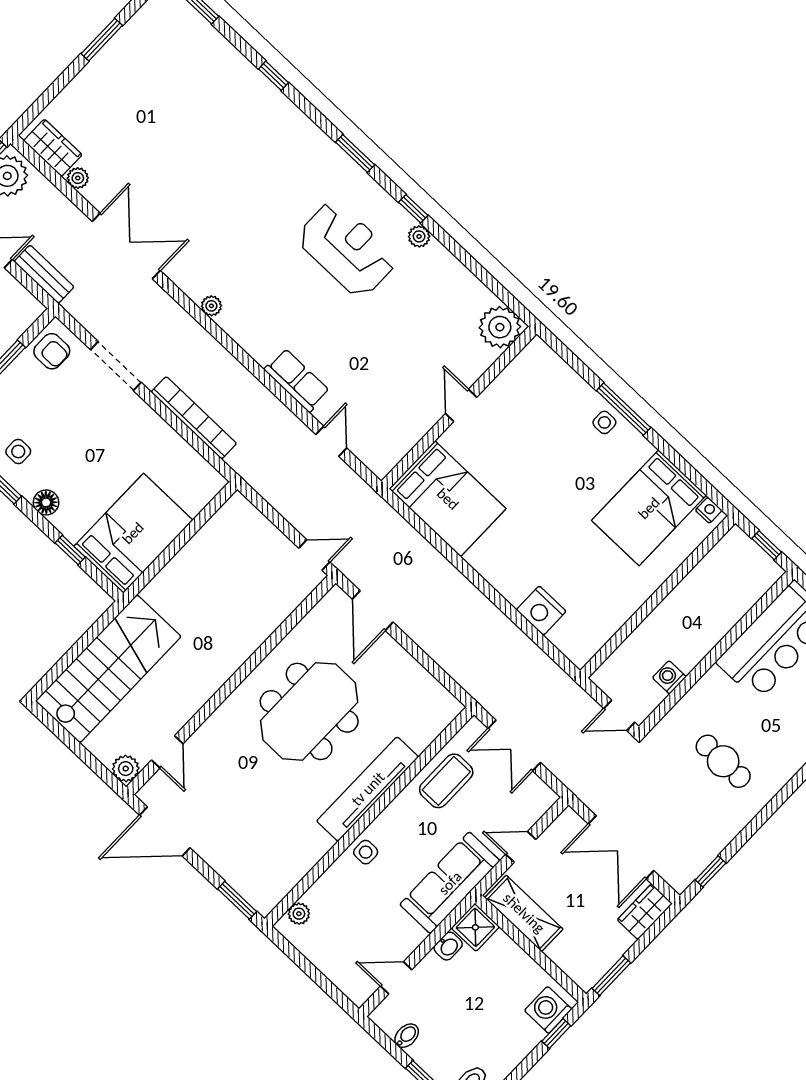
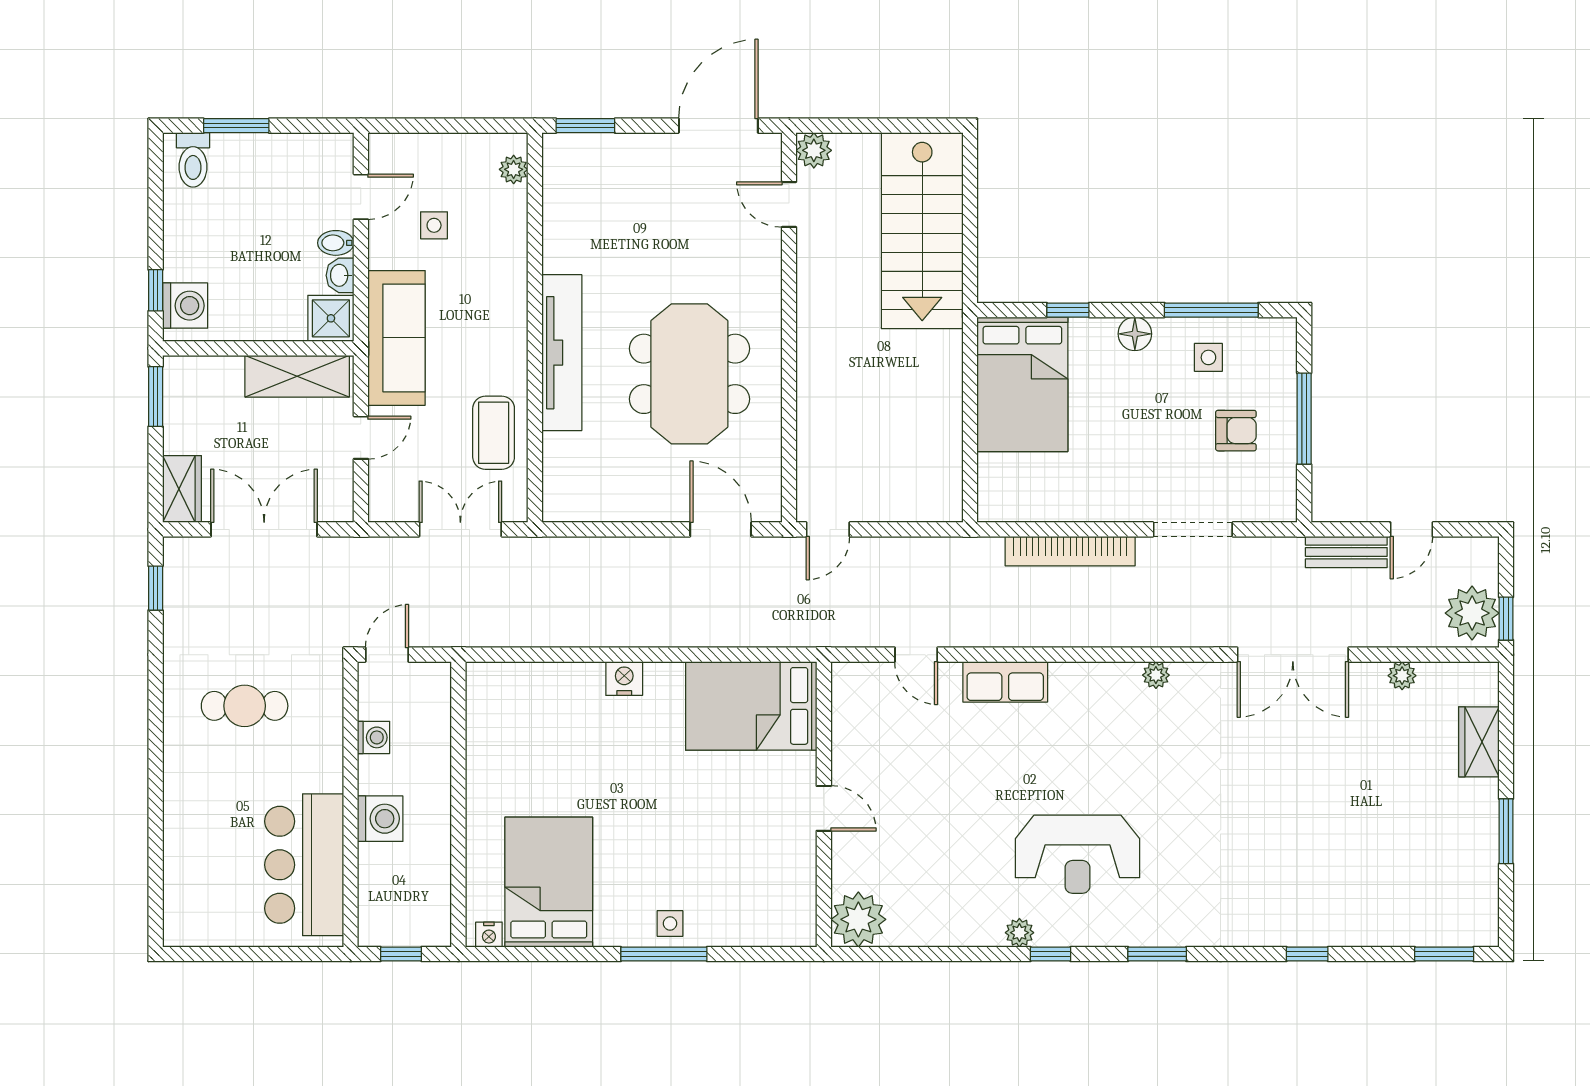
wardrobe: (53, 148) -> (1479, 742), moved, turned 90
armchair: (52, 351) -> (1236, 431), moved, turned 180
nightstand: (541, 611) -> (624, 679), moved, width x0.74, depth x0.75
washing machine: (708, 630) -> (380, 819), added
side table: (366, 852) -> (434, 225), moved
bidet: (407, 1036) -> (336, 243), moved, turned 90

